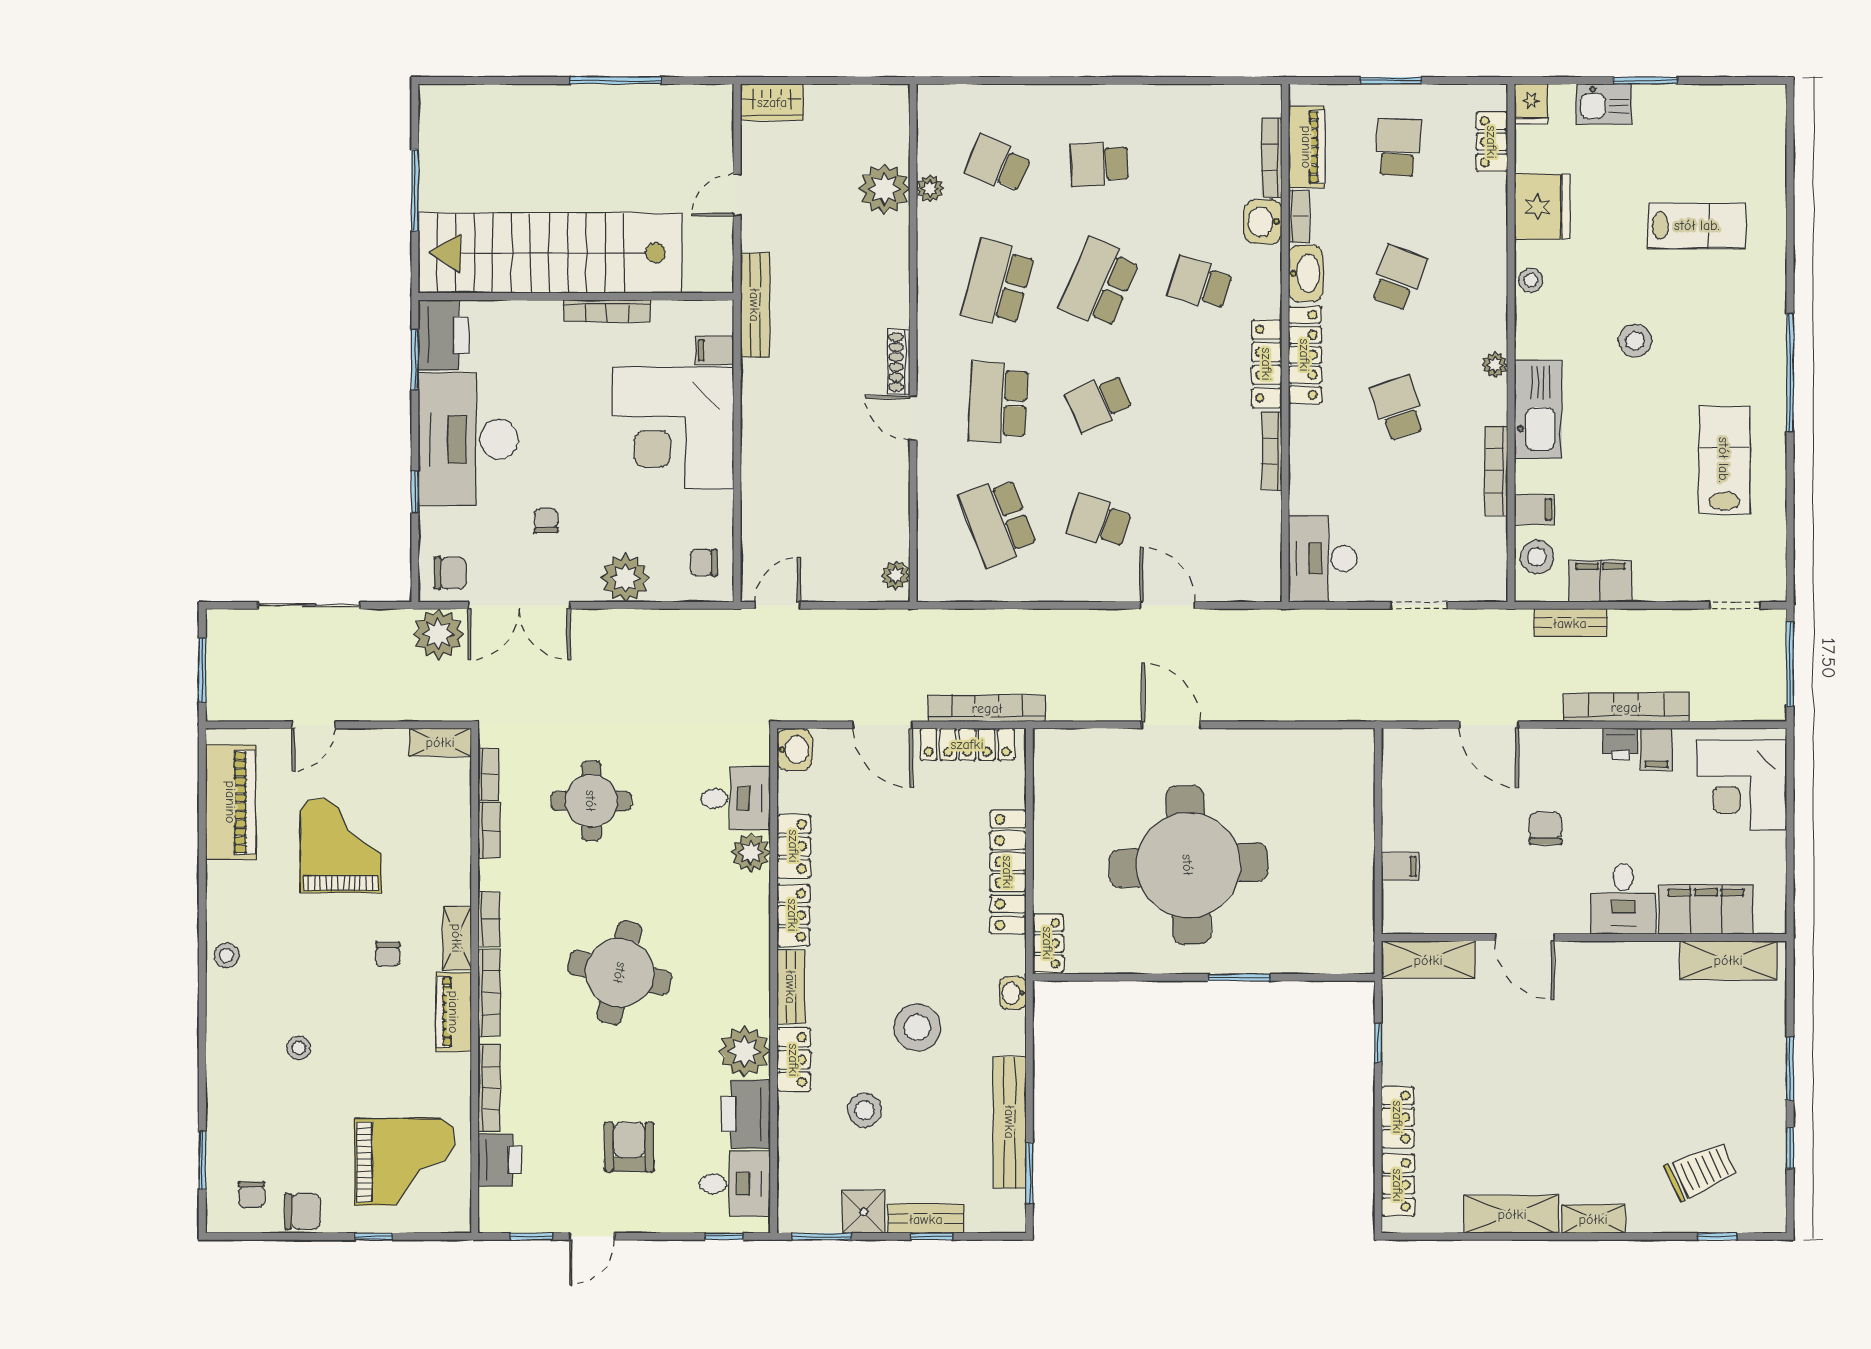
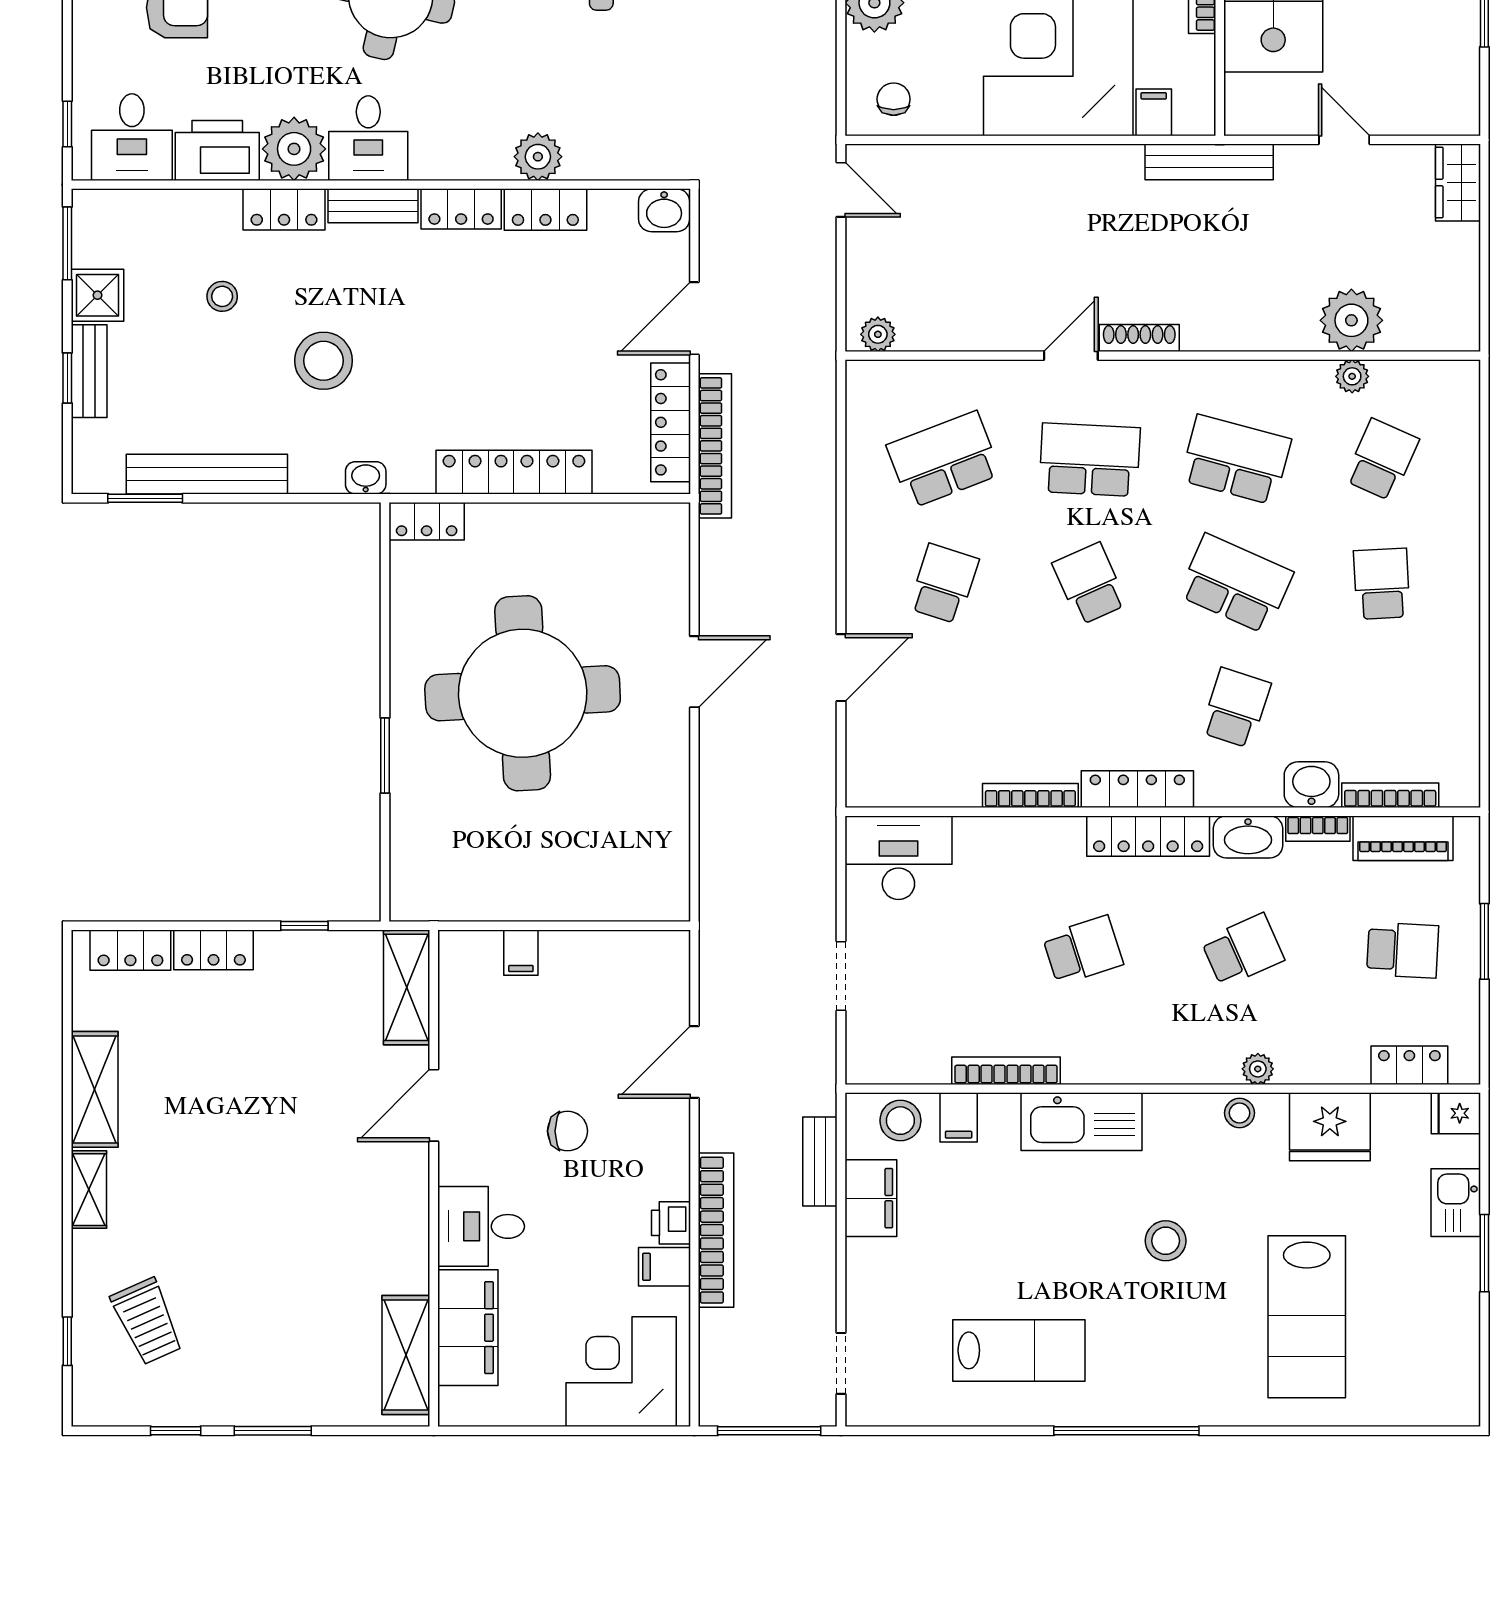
lab bench: (1697, 225) -> (1307, 1317), width x1.36, depth x1.39
school desk: (1398, 278) -> (1243, 950), turned -45
plant: (1495, 365) -> (1258, 1069), moved
desk: (736, 798) -> (368, 138), moved
stool: (865, 1110) -> (222, 296), width x0.73, depth x0.73

